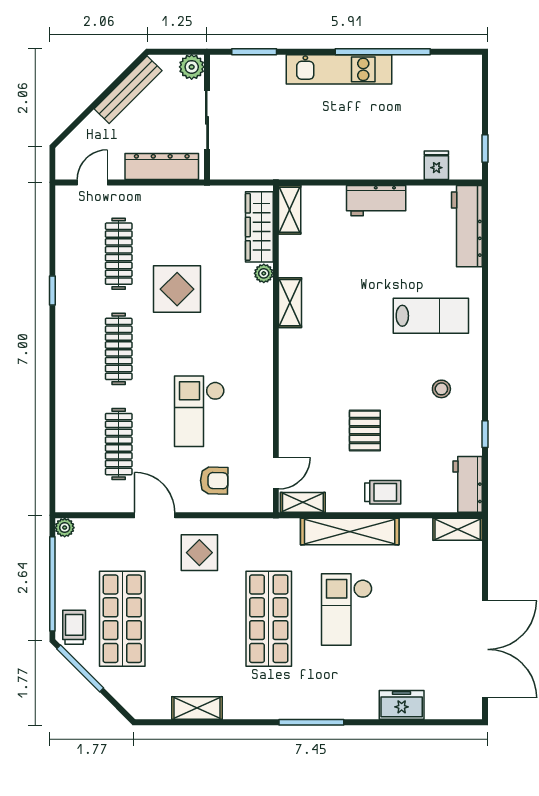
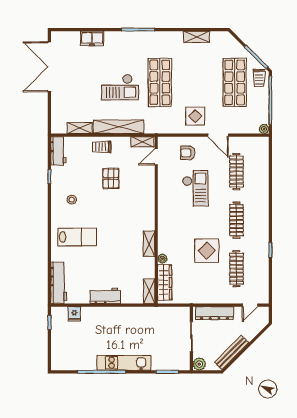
lab bench: (431, 316) -> (77, 237), turned 180
shelving: (458, 529) -> (80, 128), moved
checkout: (347, 609) -> (120, 87), turned 90

